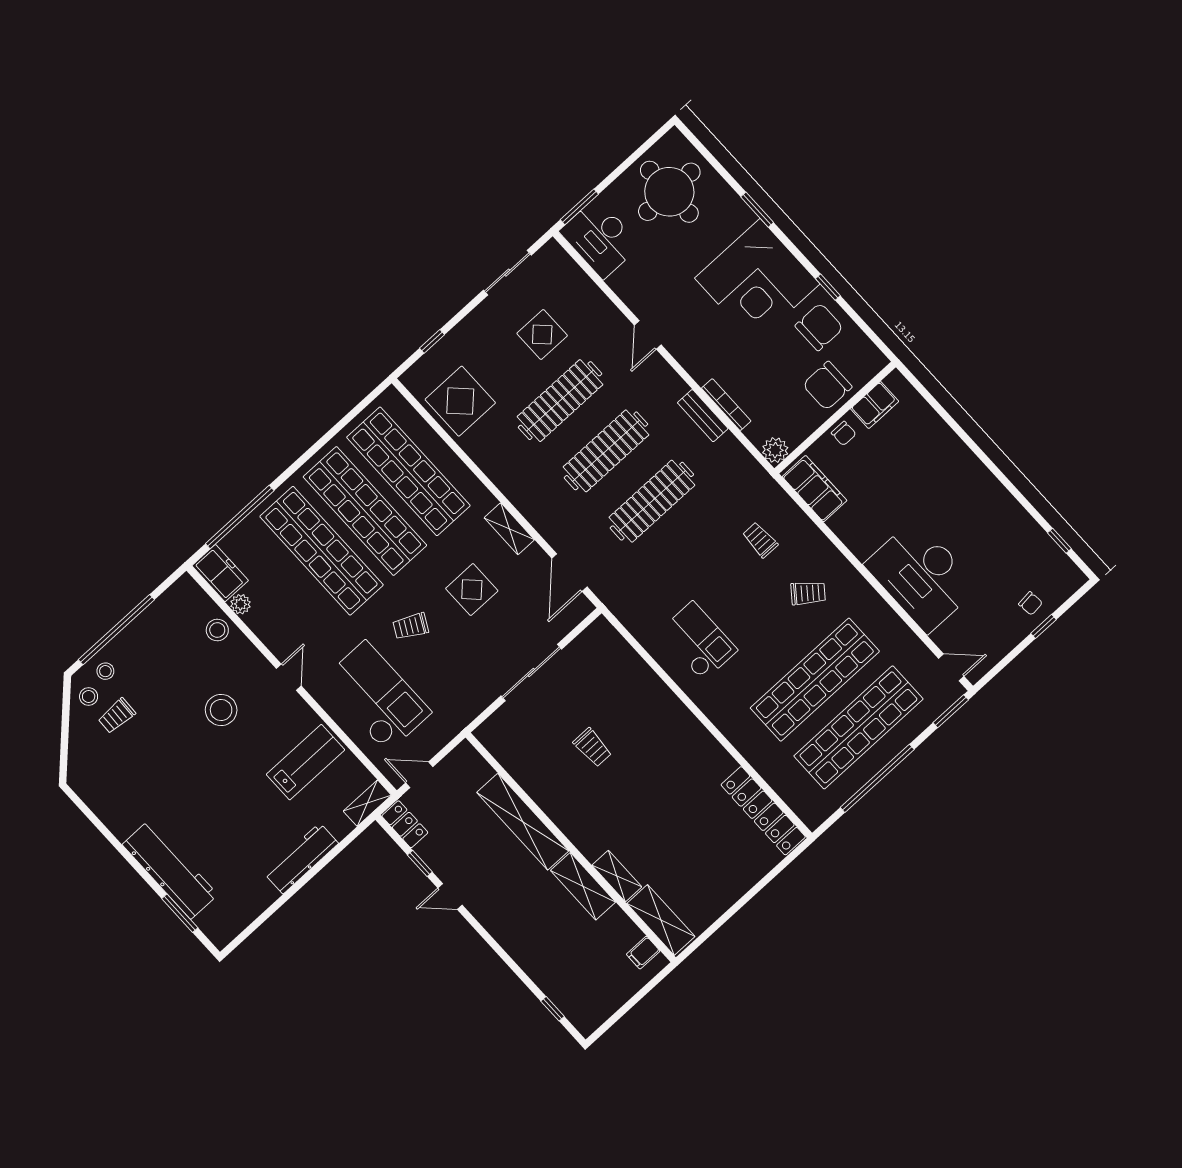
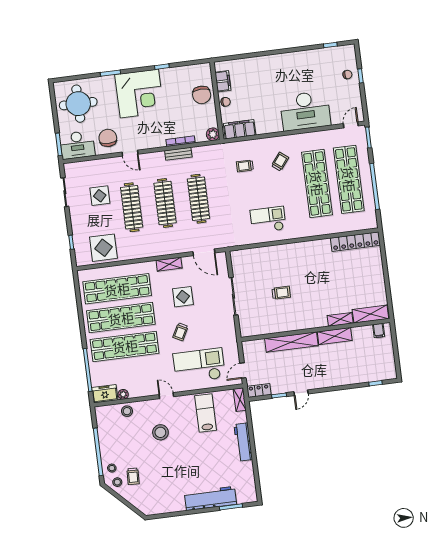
chair: (819, 327) -> (108, 138), moved

